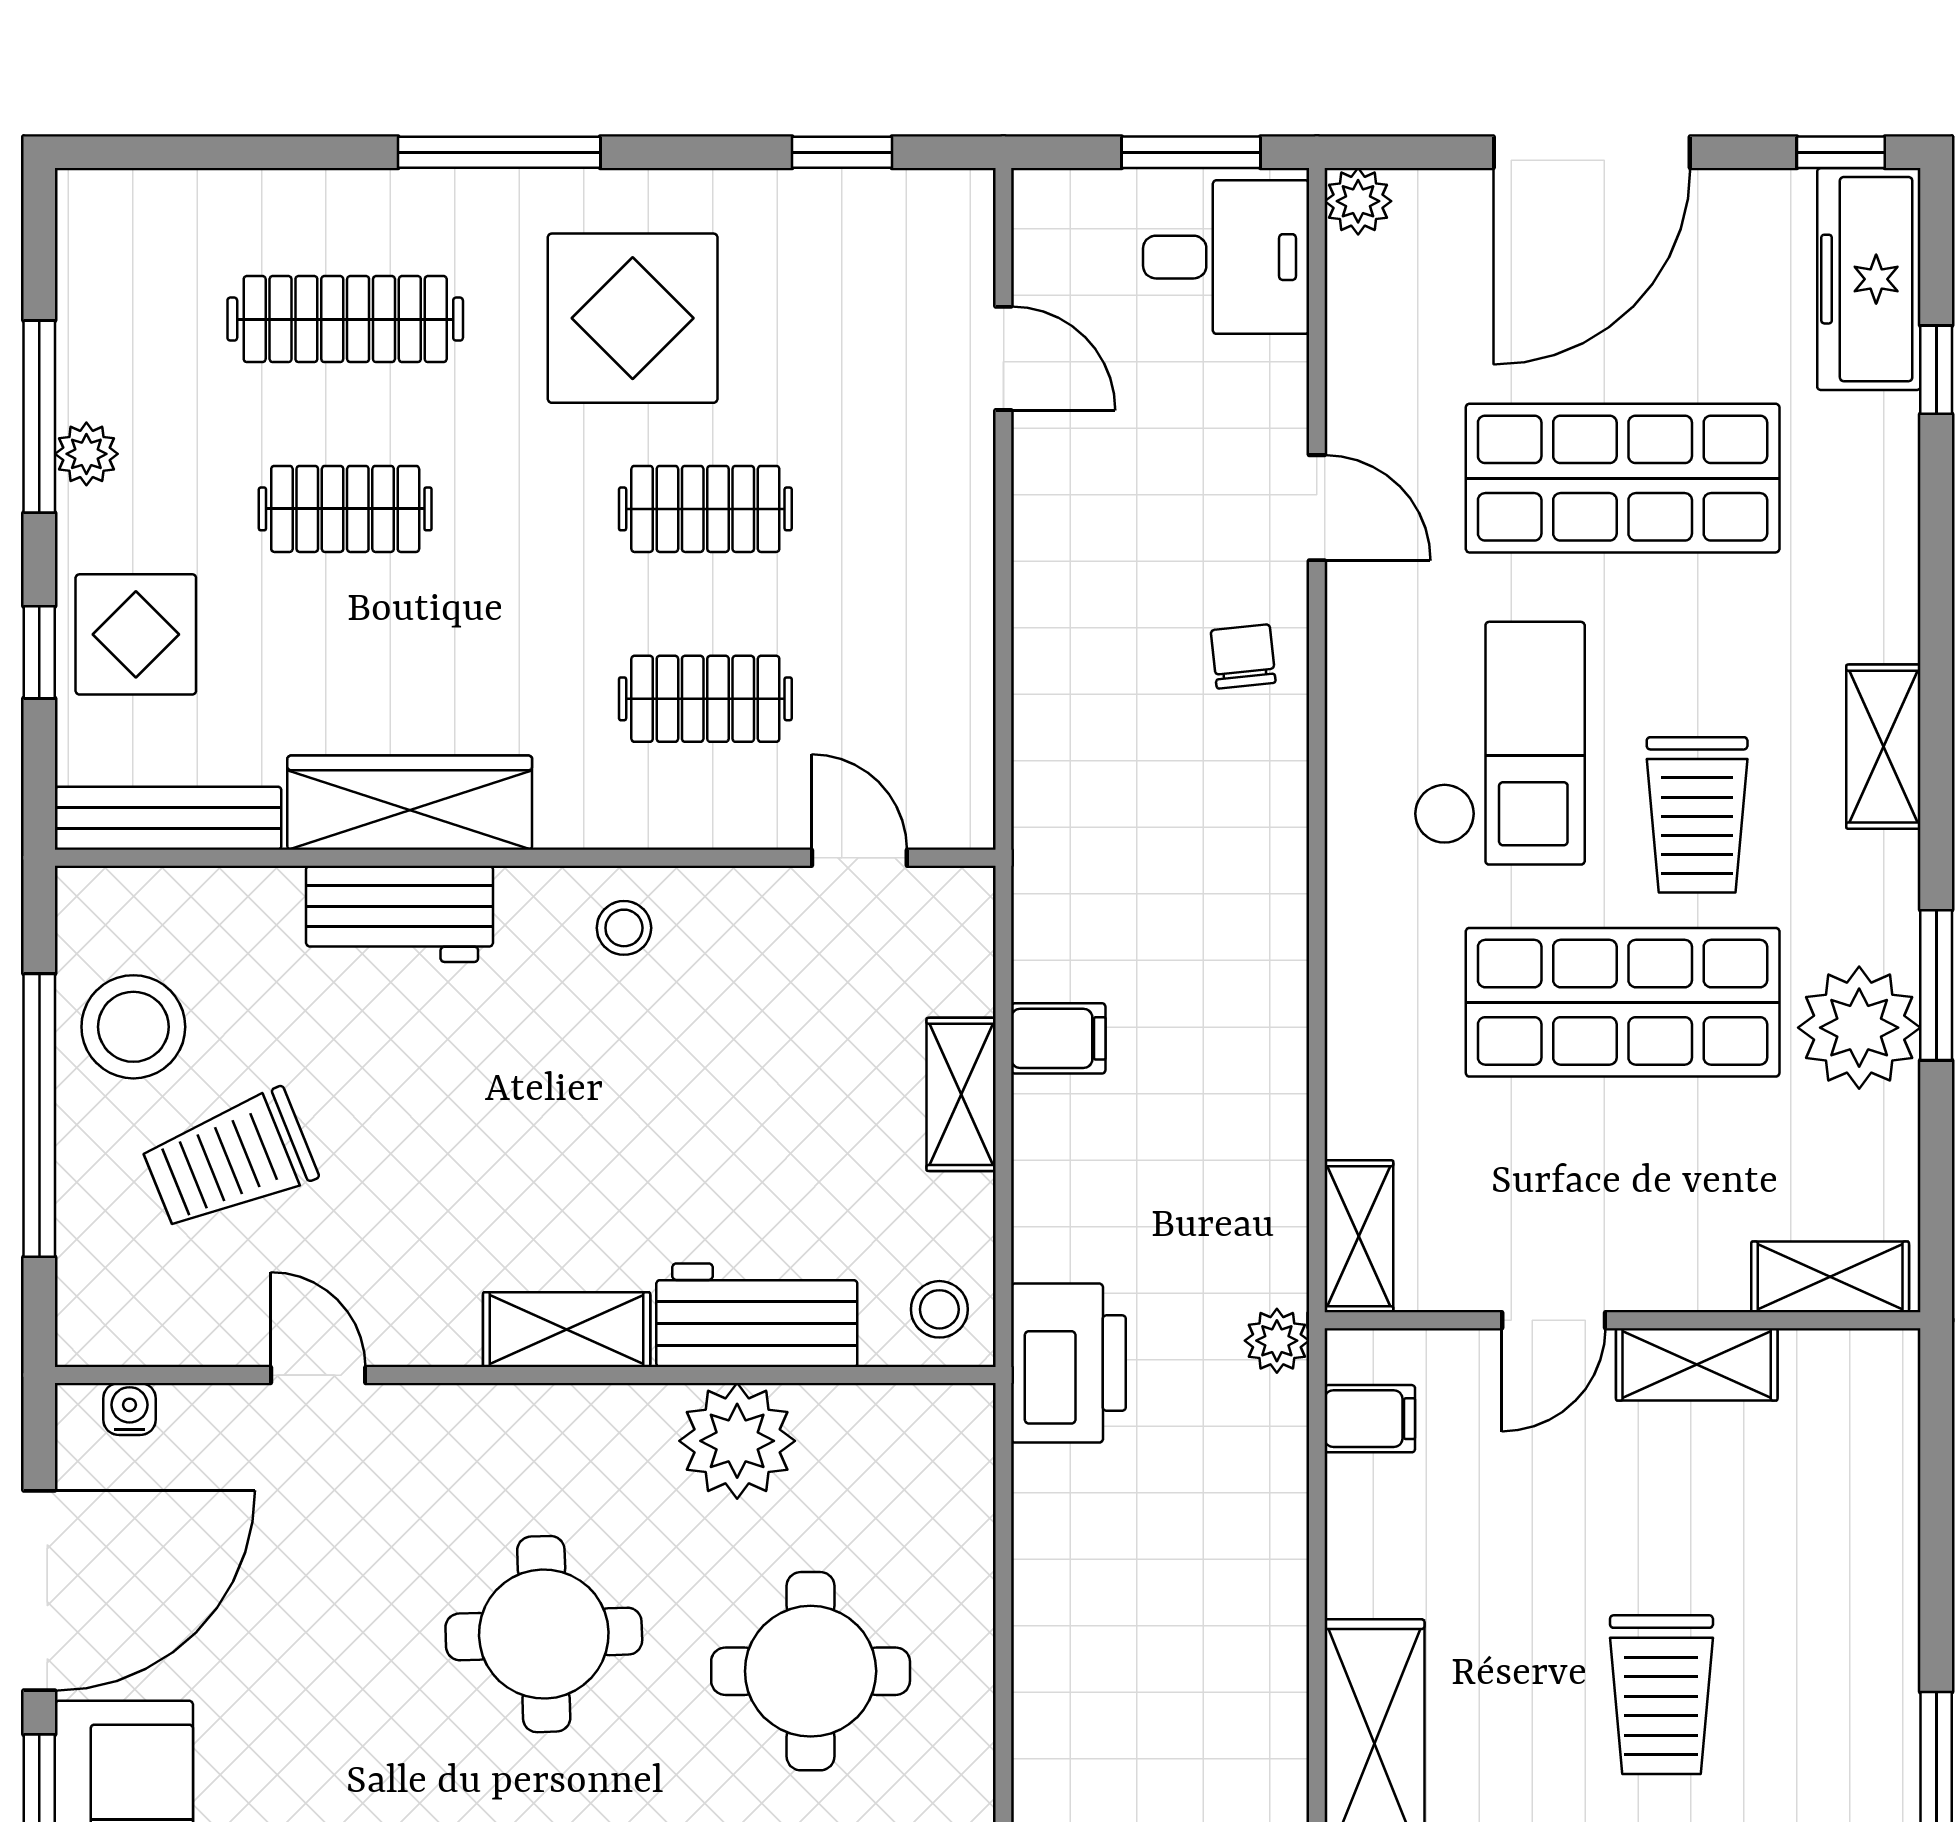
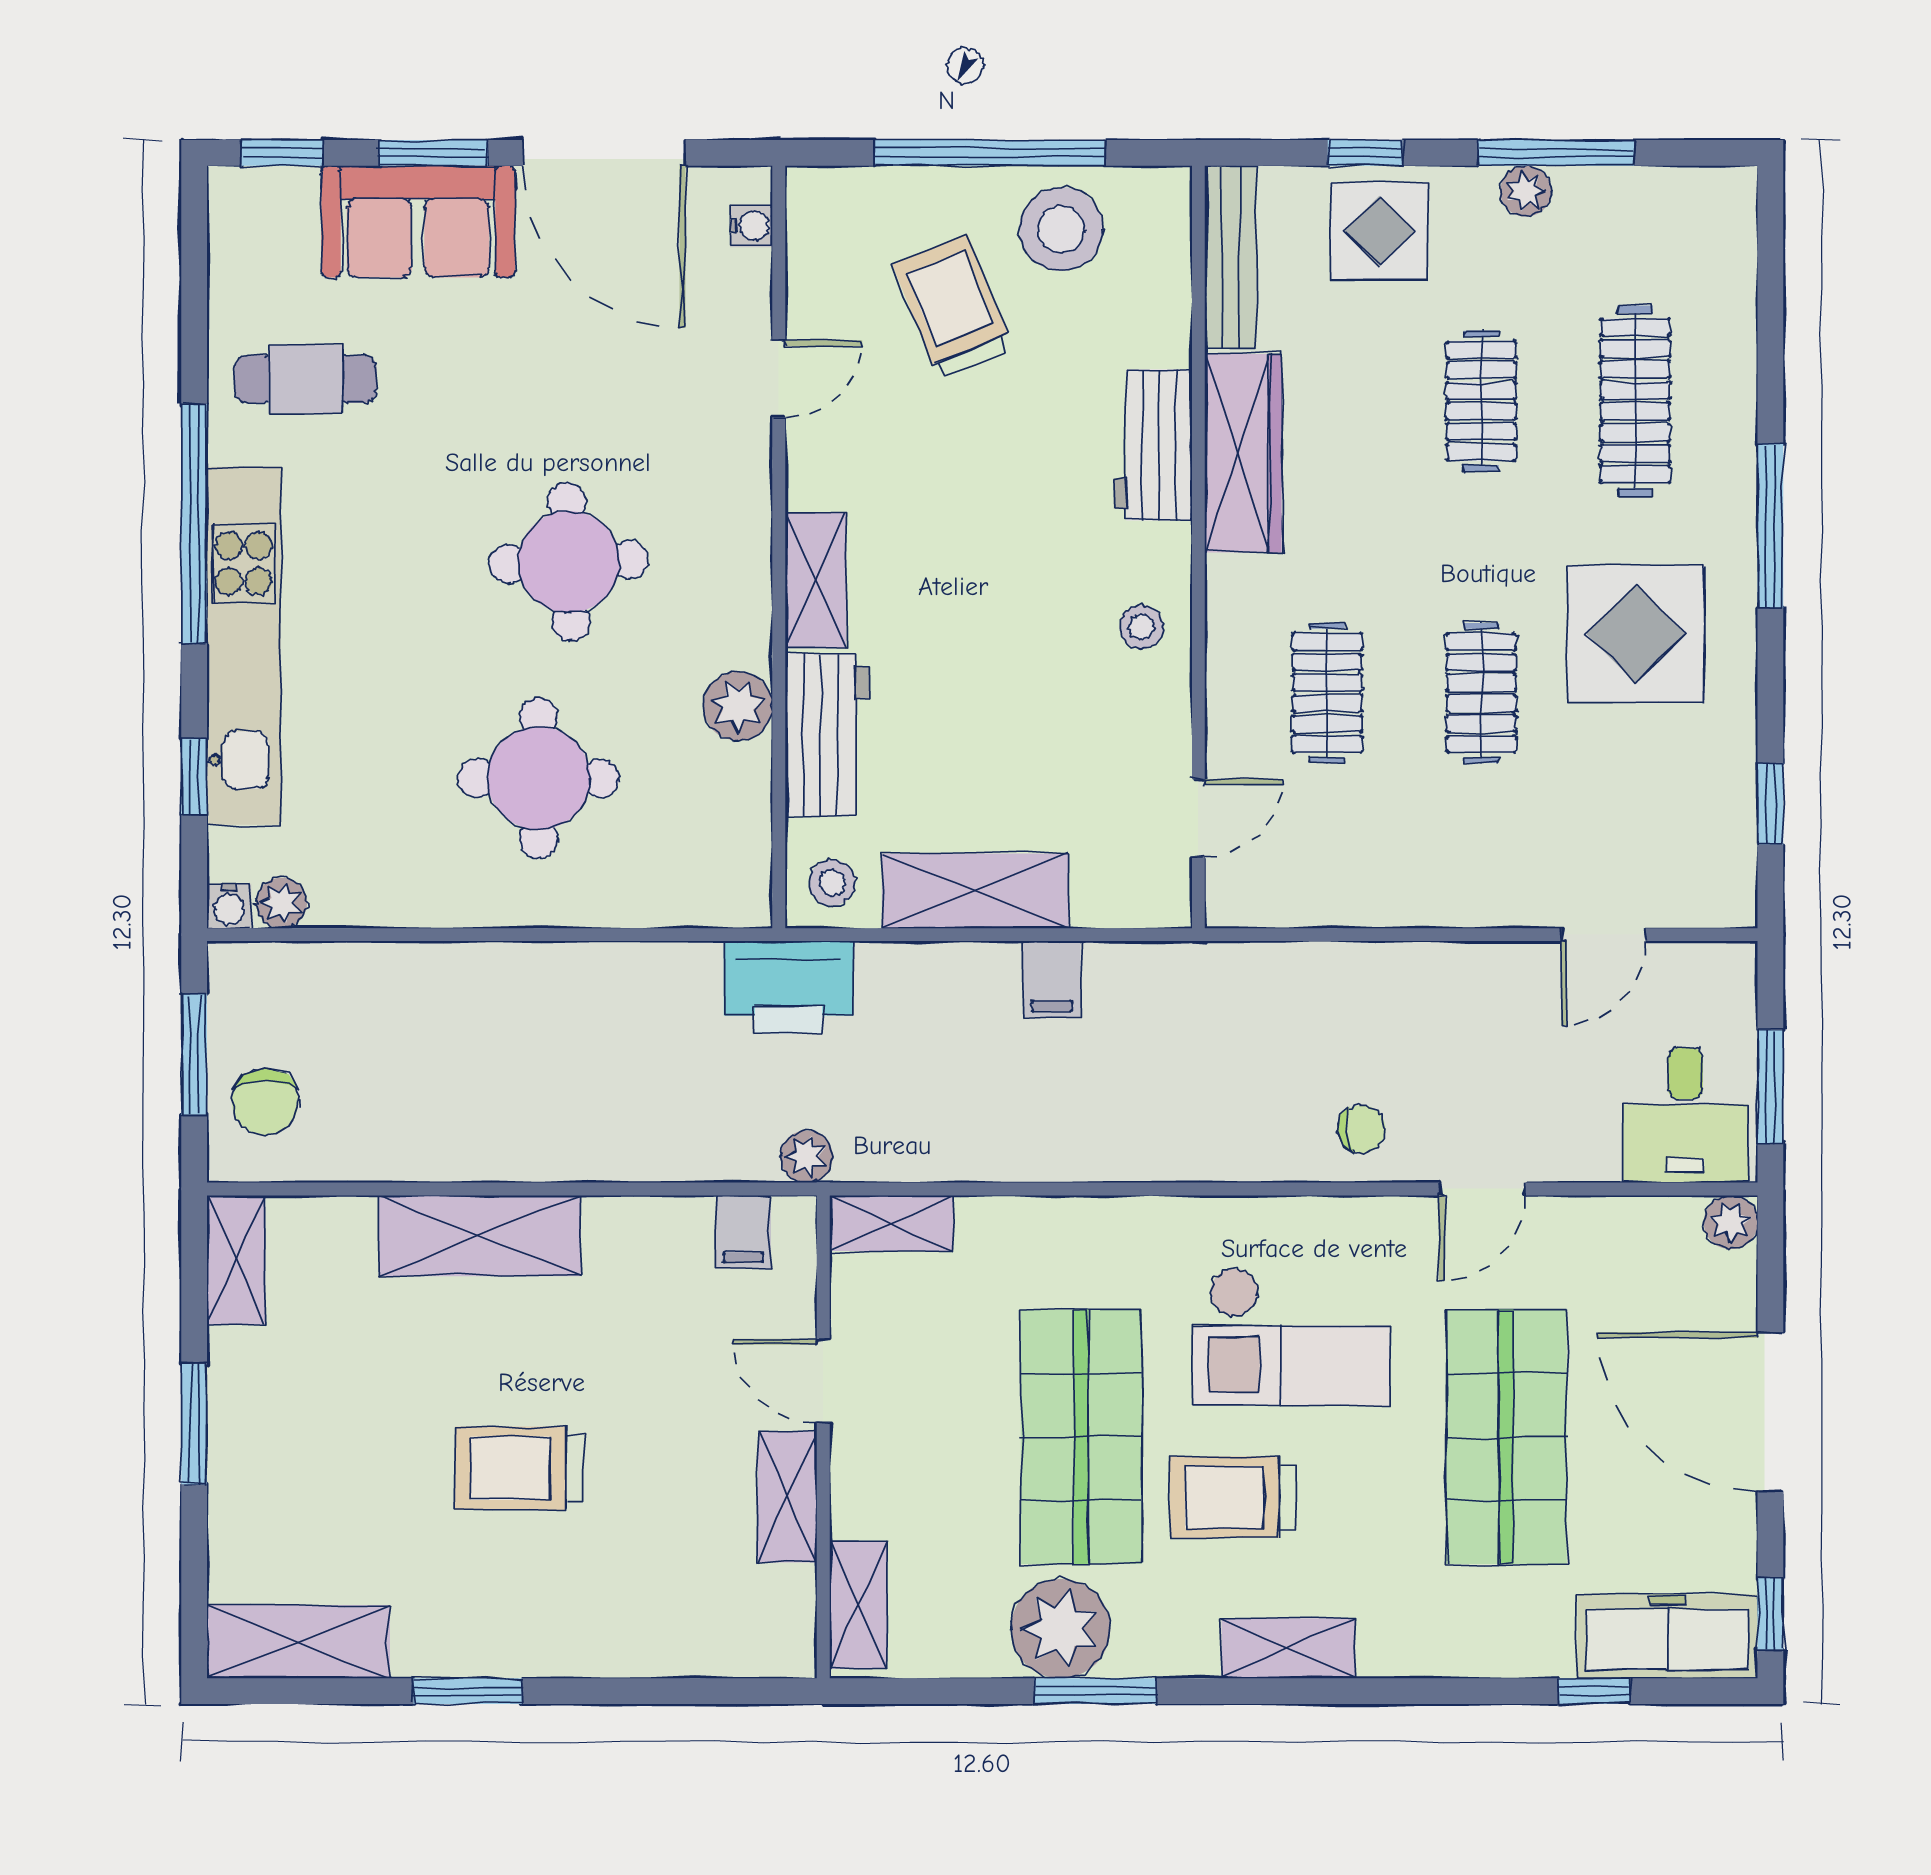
shelving: (961, 1094) -> (975, 891), width x1.50, depth x1.33
plant: (737, 1441) -> (738, 706), width x0.73, depth x0.73

